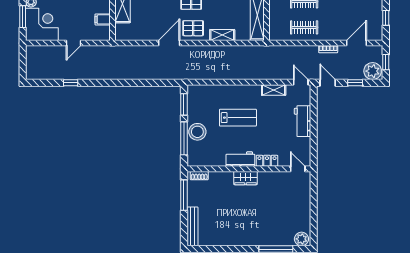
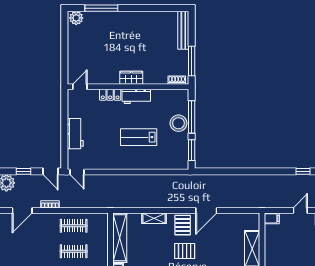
filing cabinet: (103, 19) -> (272, 218), moved
pallet: (193, 28) -> (183, 225), turned 90
shelving: (274, 90) -> (104, 164), removed
door: (298, 169) -> (80, 87), swing flipped

